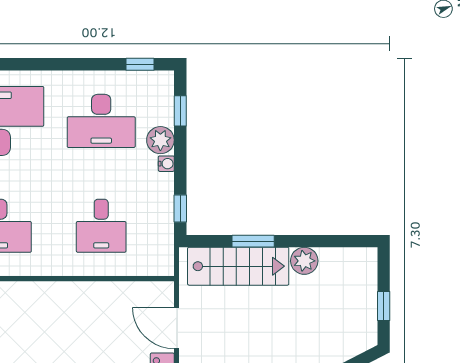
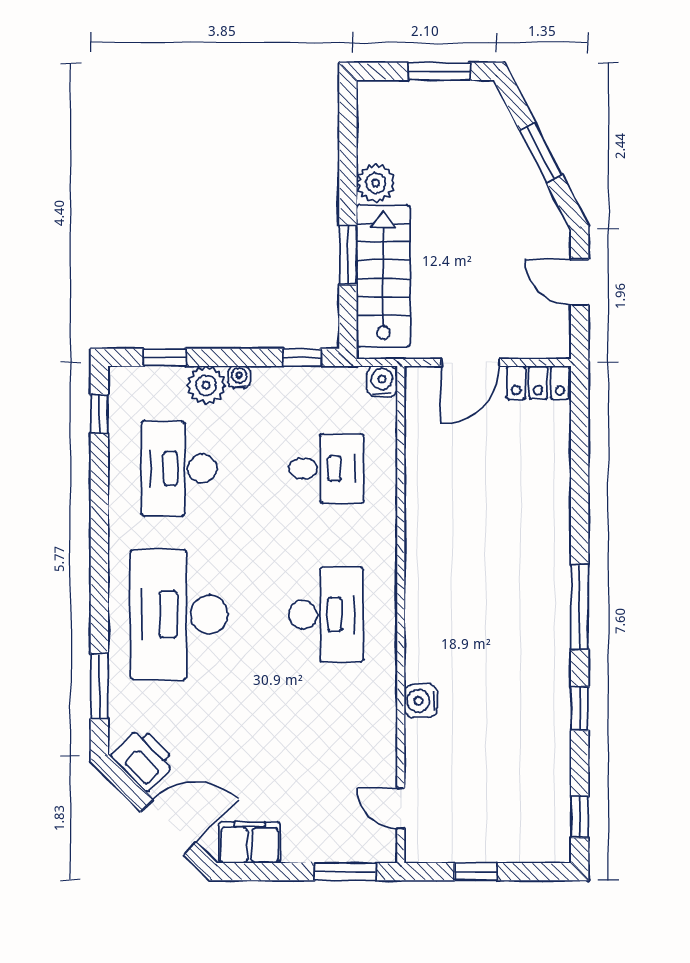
desk: (101, 121) -> (179, 469), turned 180
water cooler: (163, 265) -> (382, 381), added
window: (384, 306) -> (439, 71), width x1.50

